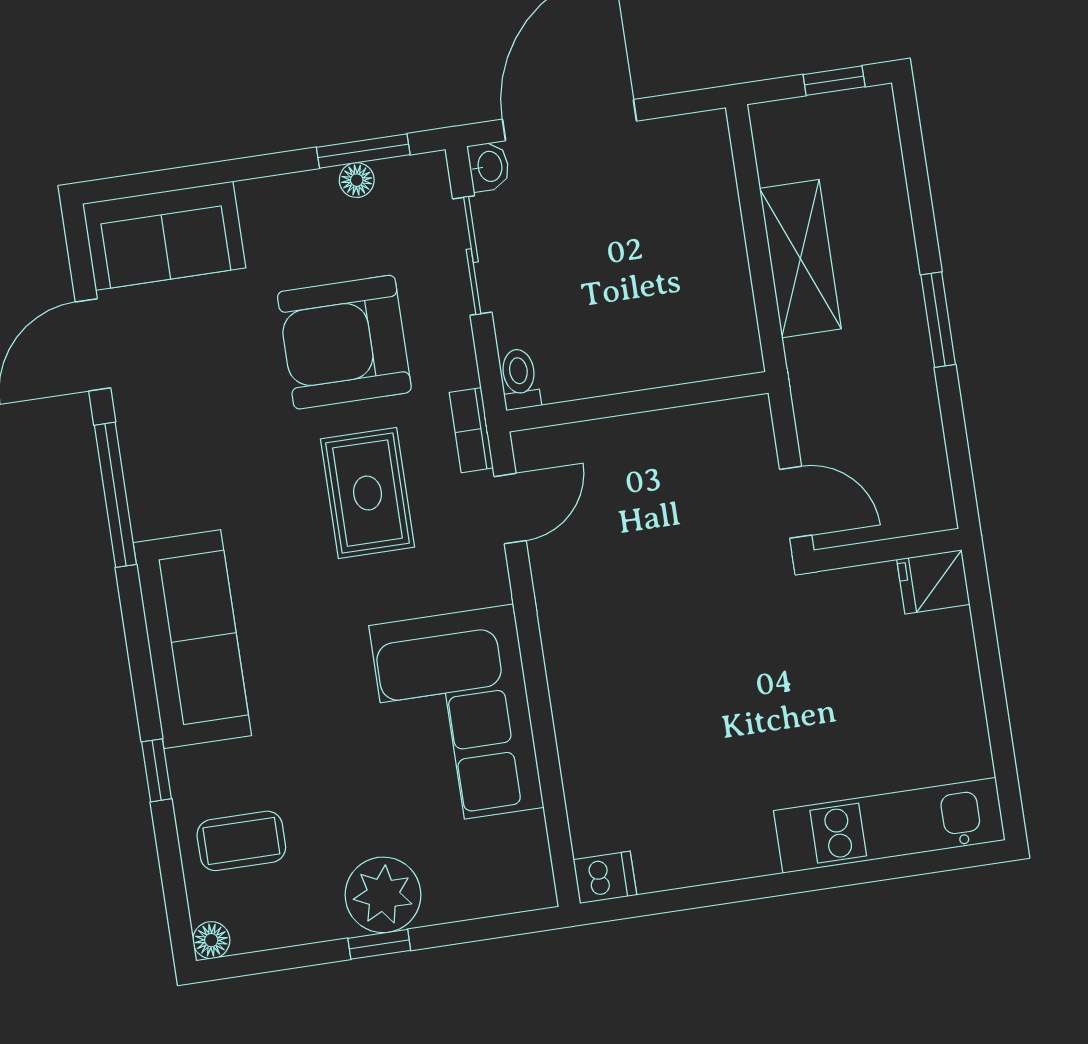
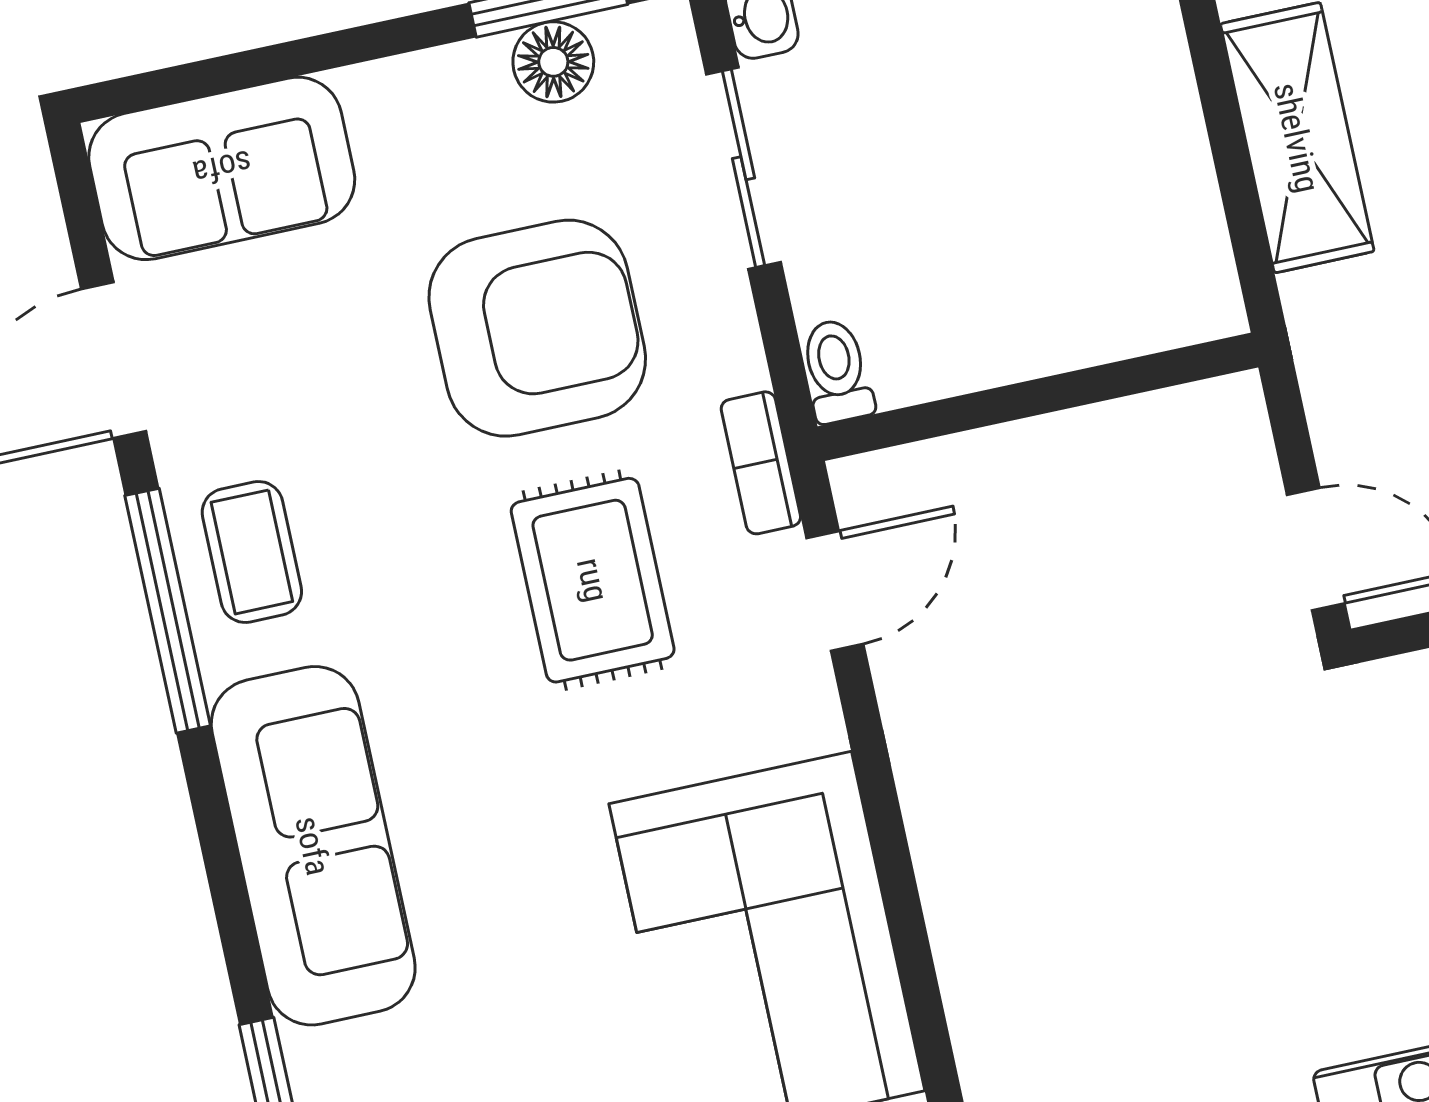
floor lamp: (357, 180) -> (553, 62), width x1.37, depth x1.37
armchair: (344, 342) -> (537, 328), turned 180
coffee table: (167, 463) -> (252, 552), added

